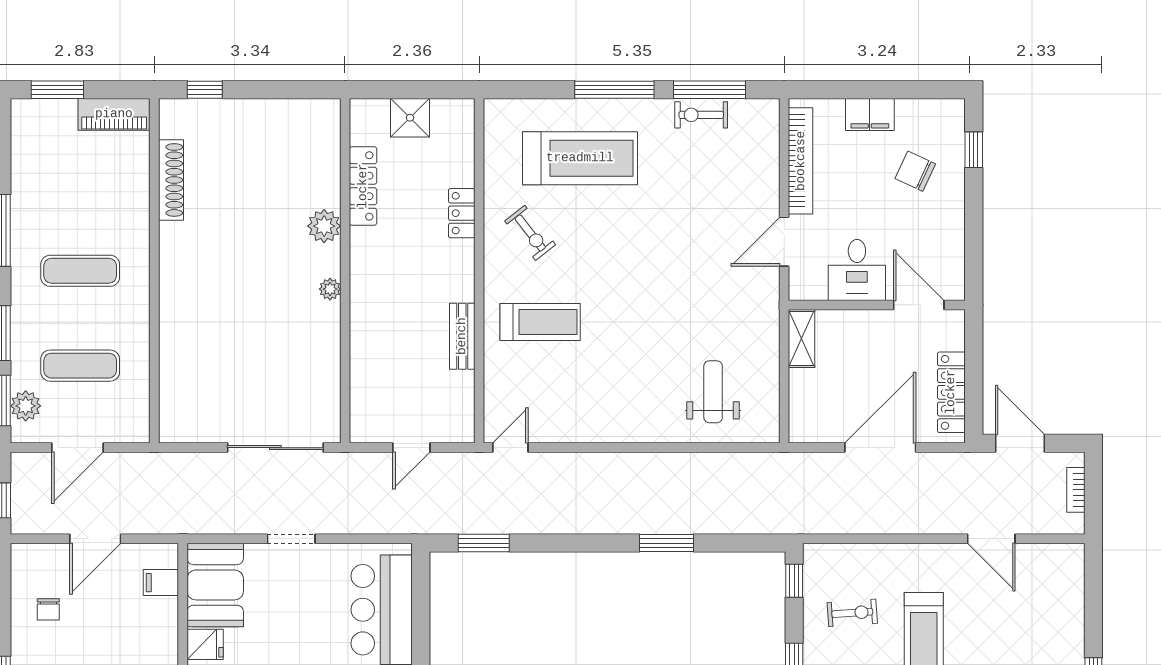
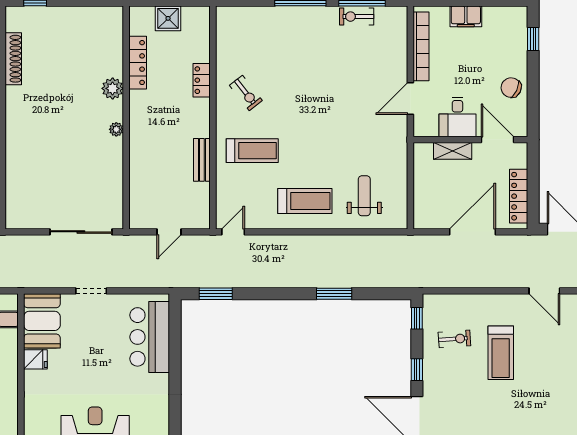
treadmill: (580, 158) -> (305, 201), moved, width x0.73, depth x0.73
chair: (915, 171) -> (511, 88), moved
shelving: (802, 338) -> (453, 151), moved, turned 90

